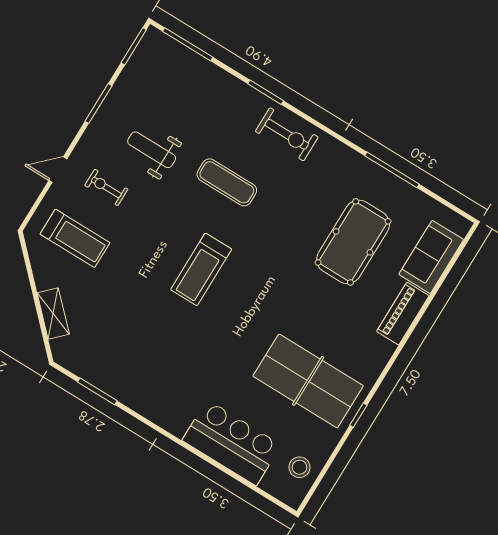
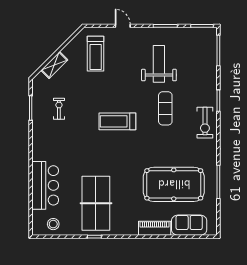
weight bench: (152, 150) -> (159, 64), width x1.36, depth x1.33
exercise bike: (106, 187) -> (59, 109), moved
pool table: (353, 242) -> (174, 184), width x1.36, depth x1.32

